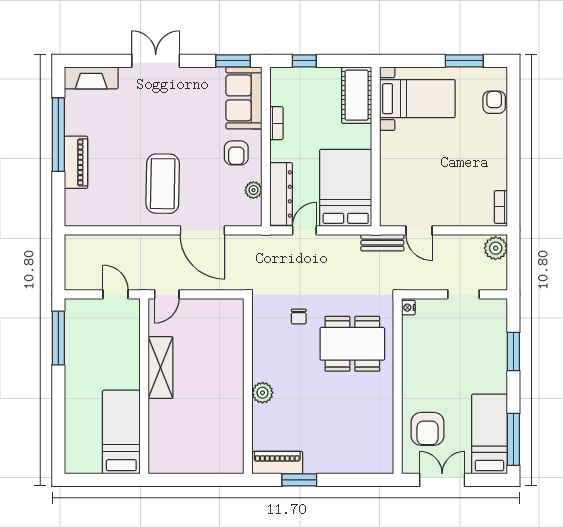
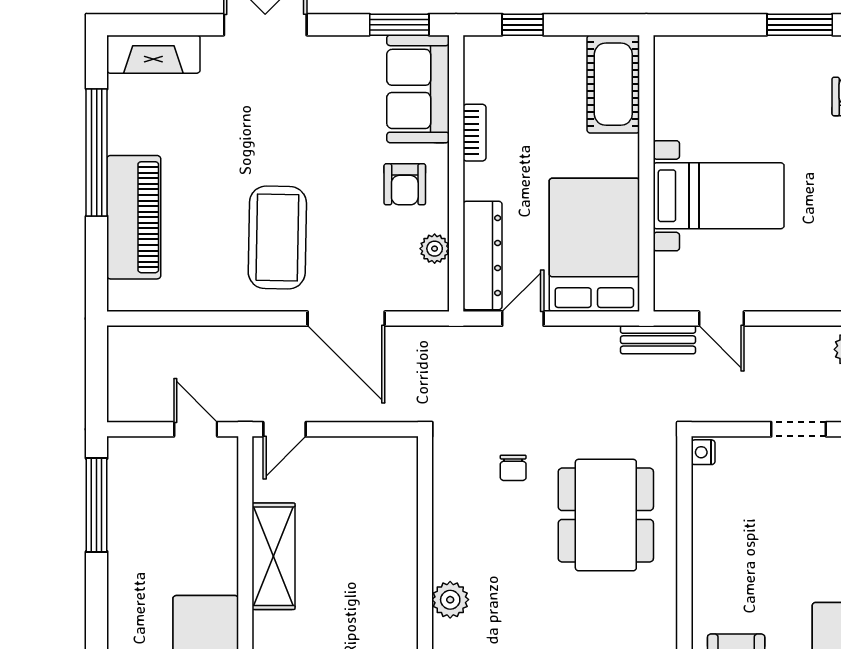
bed with nightstands: (417, 99) -> (719, 196), moved
piano: (76, 162) -> (134, 217), width x1.37, depth x1.33
dining table: (352, 344) -> (606, 515), turned 90

